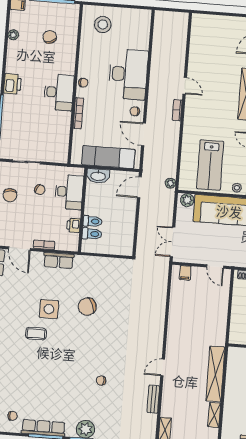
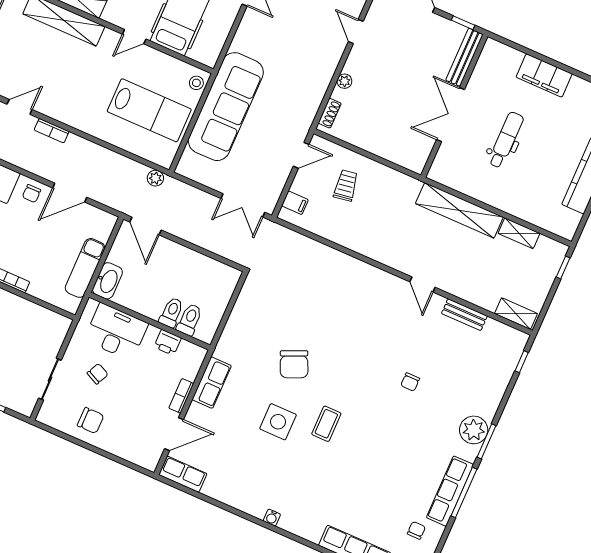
exam couch: (108, 157) -> (85, 268), width x0.73, depth x0.69
plant: (187, 200) -> (189, 162), removed
trolley: (206, 300) -> (346, 185), added
coffee table: (36, 334) -> (326, 424), moved

